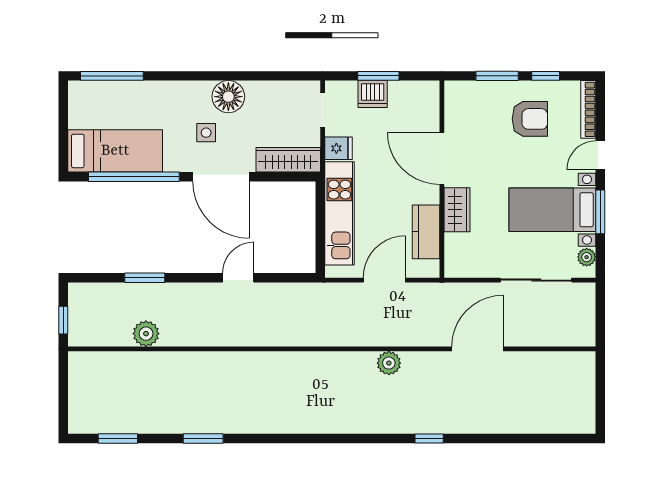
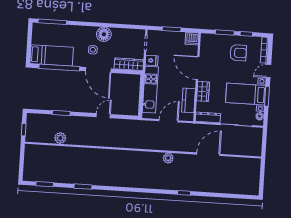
dishwasher: (373, 94) -> (192, 39), moved
dresser: (472, 267) -> (208, 117), added

